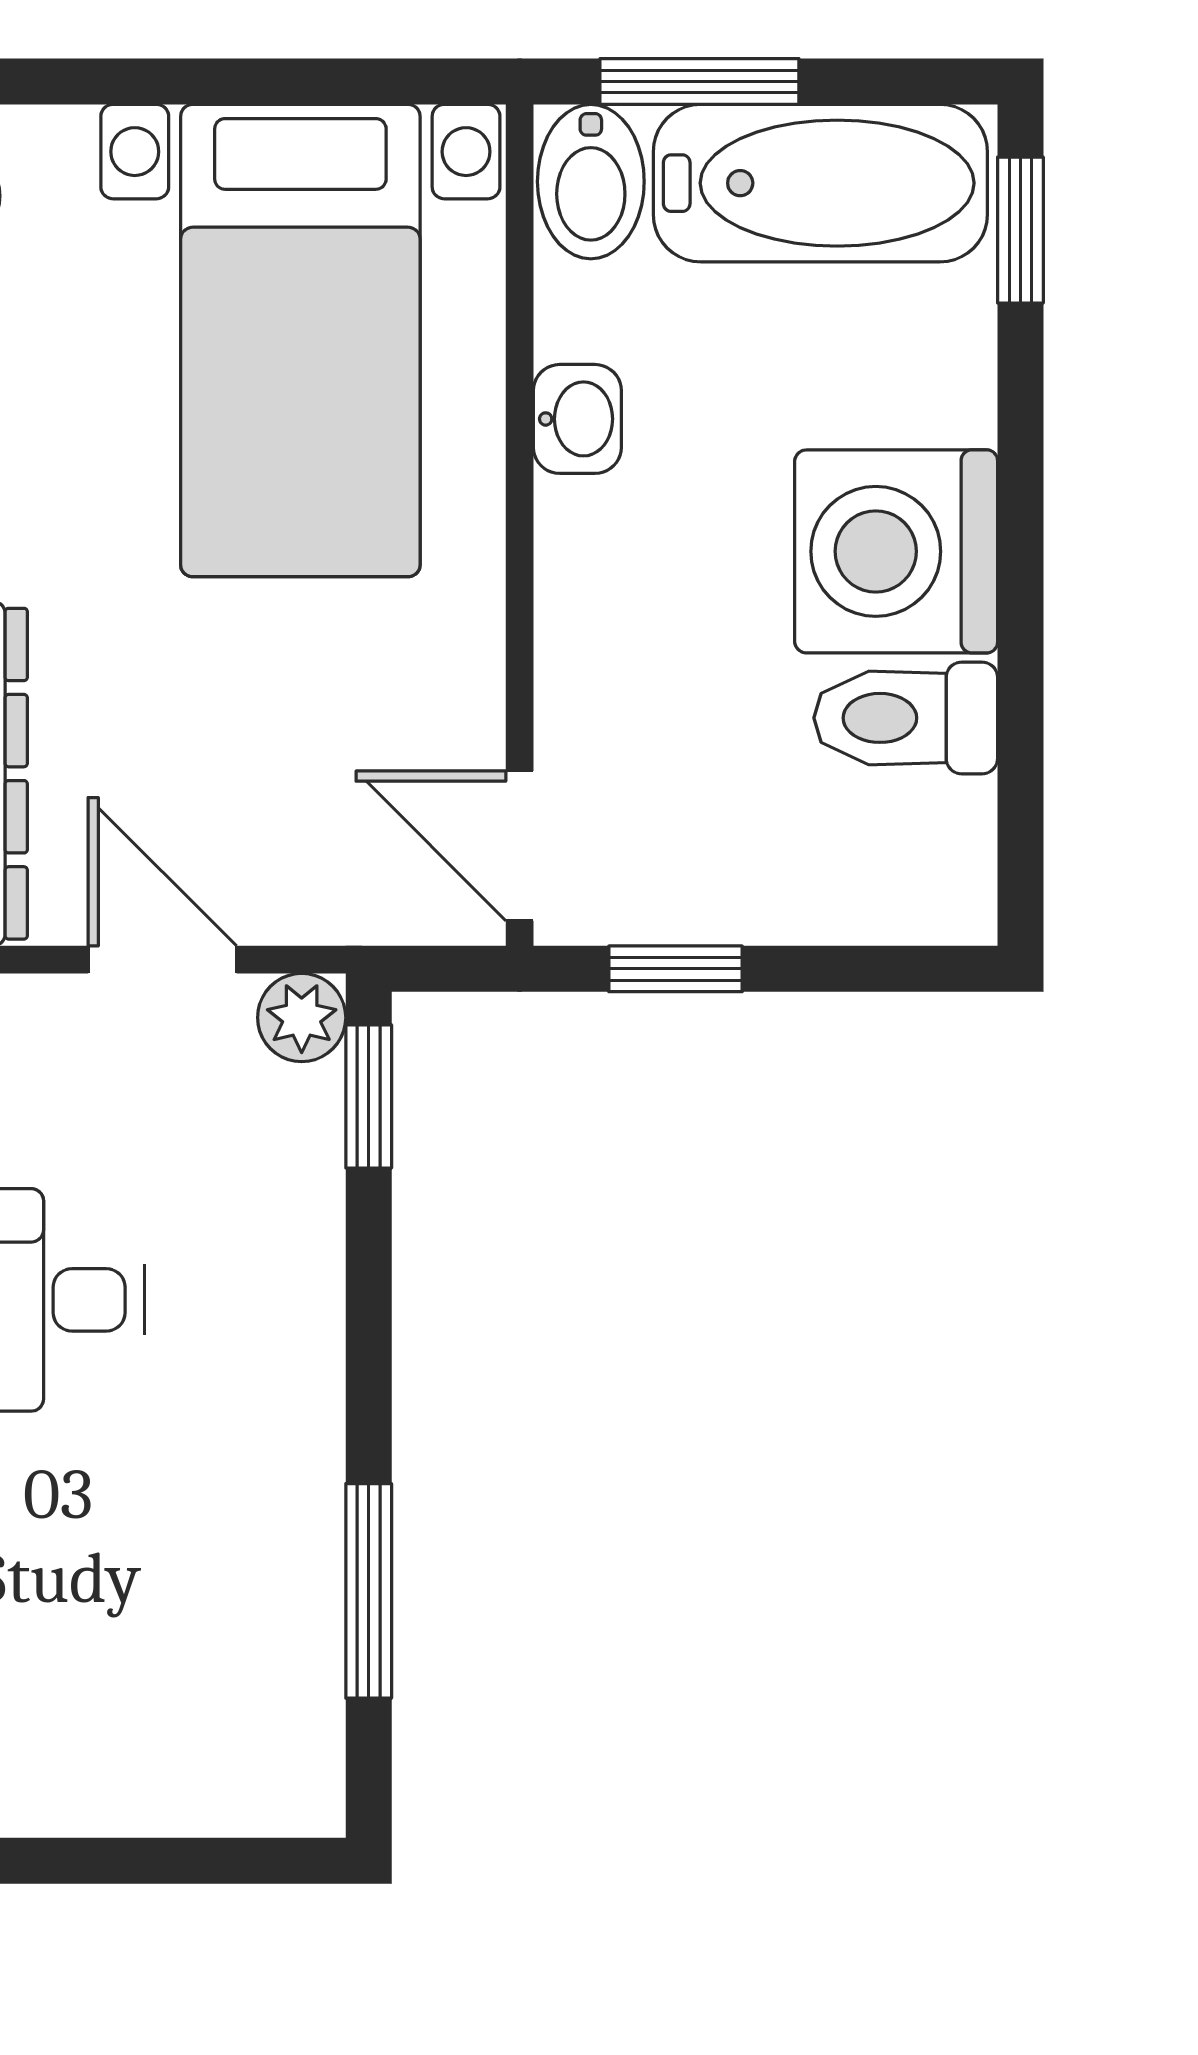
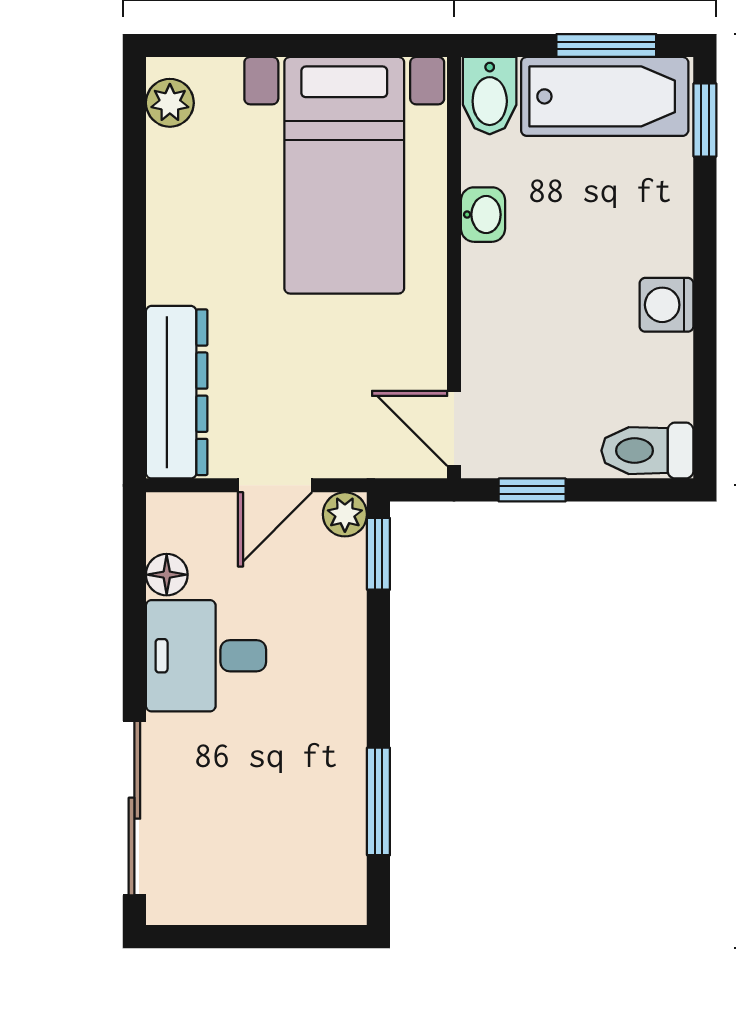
window: (699, 81) -> (606, 46), moved
washing machine: (896, 551) -> (666, 305), width x0.53, depth x0.53
toilet: (906, 718) -> (647, 451), moved
door: (162, 960) -> (275, 485), swing flipped

